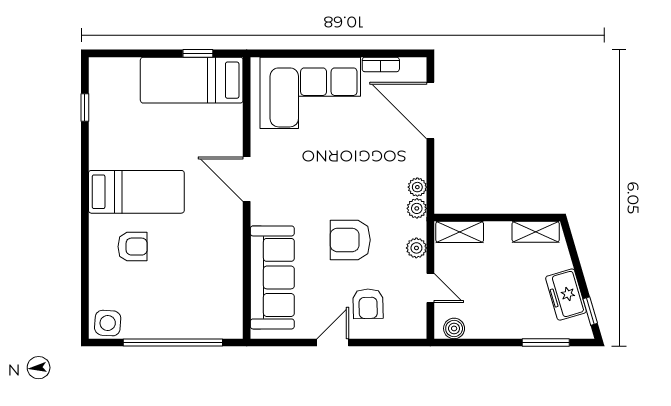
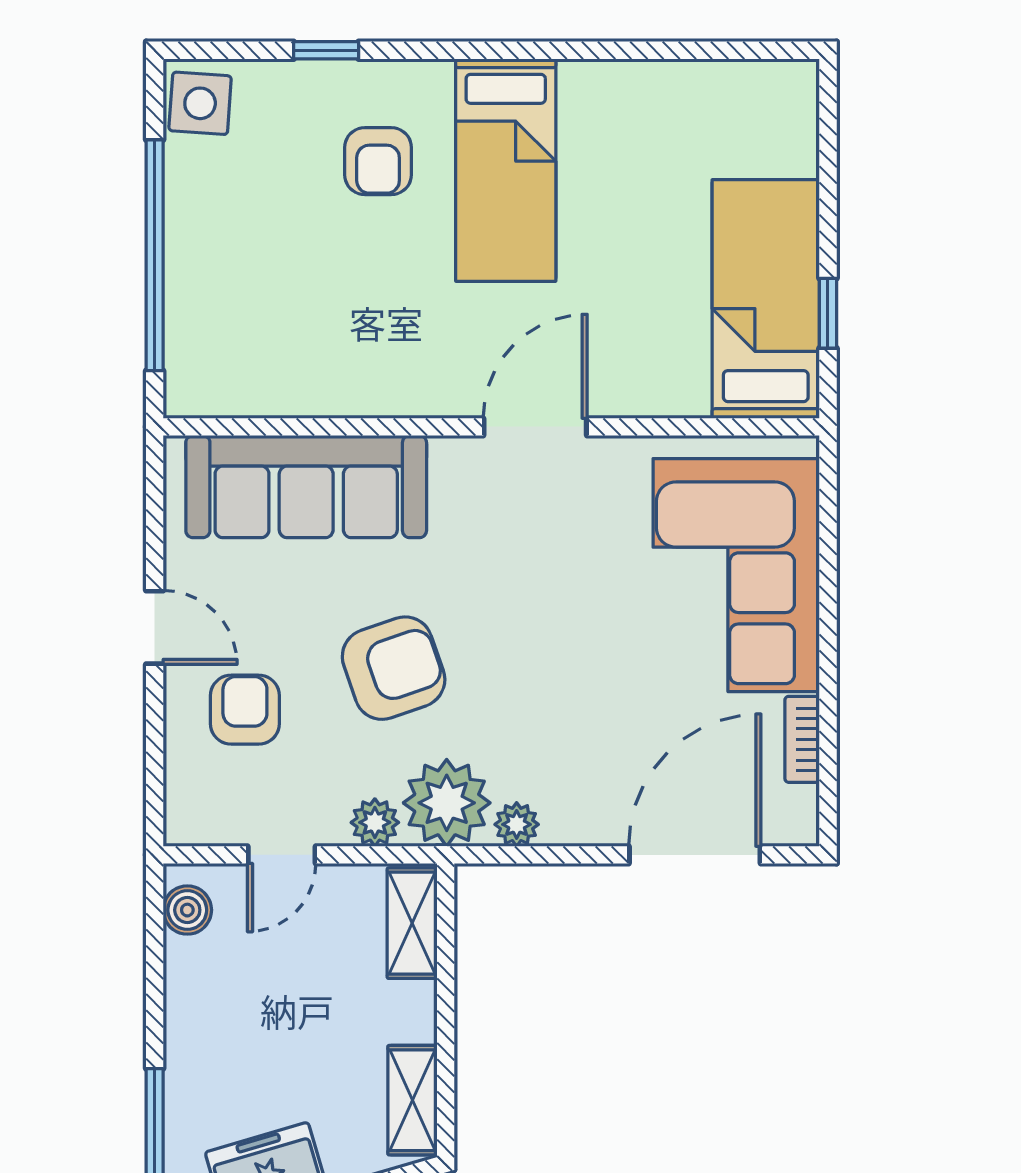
window: (85, 108) -> (326, 50), moved
plant: (417, 208) -> (447, 803), width x1.87, depth x1.87
armchair: (350, 240) -> (394, 668), turned 71
armchair: (368, 304) -> (245, 710), turned 91

